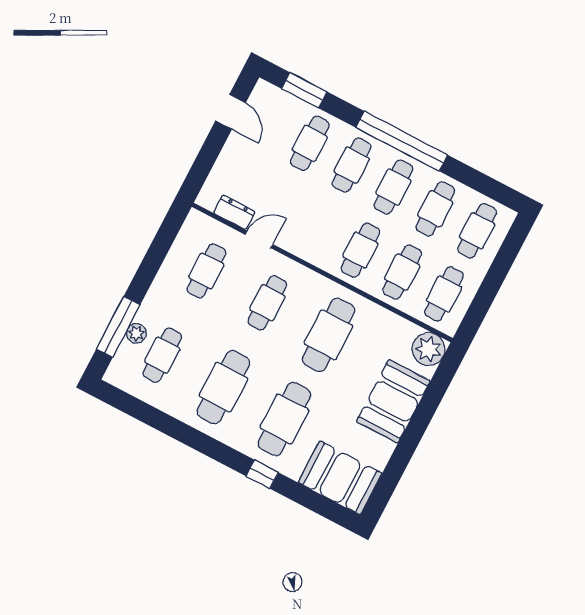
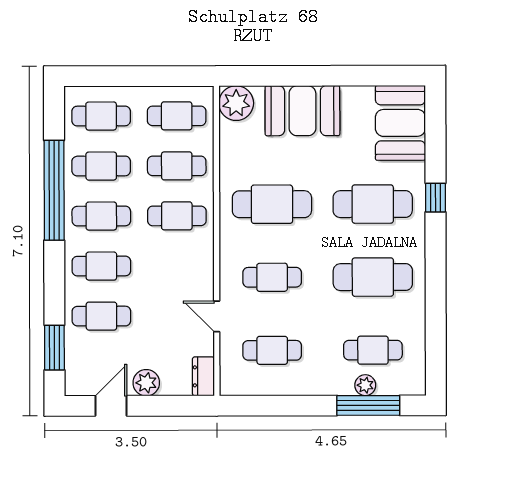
window: (402, 141) -> (54, 190), moved
plant: (234, 151) -> (146, 383), added
dresser: (234, 212) -> (203, 376), moved

